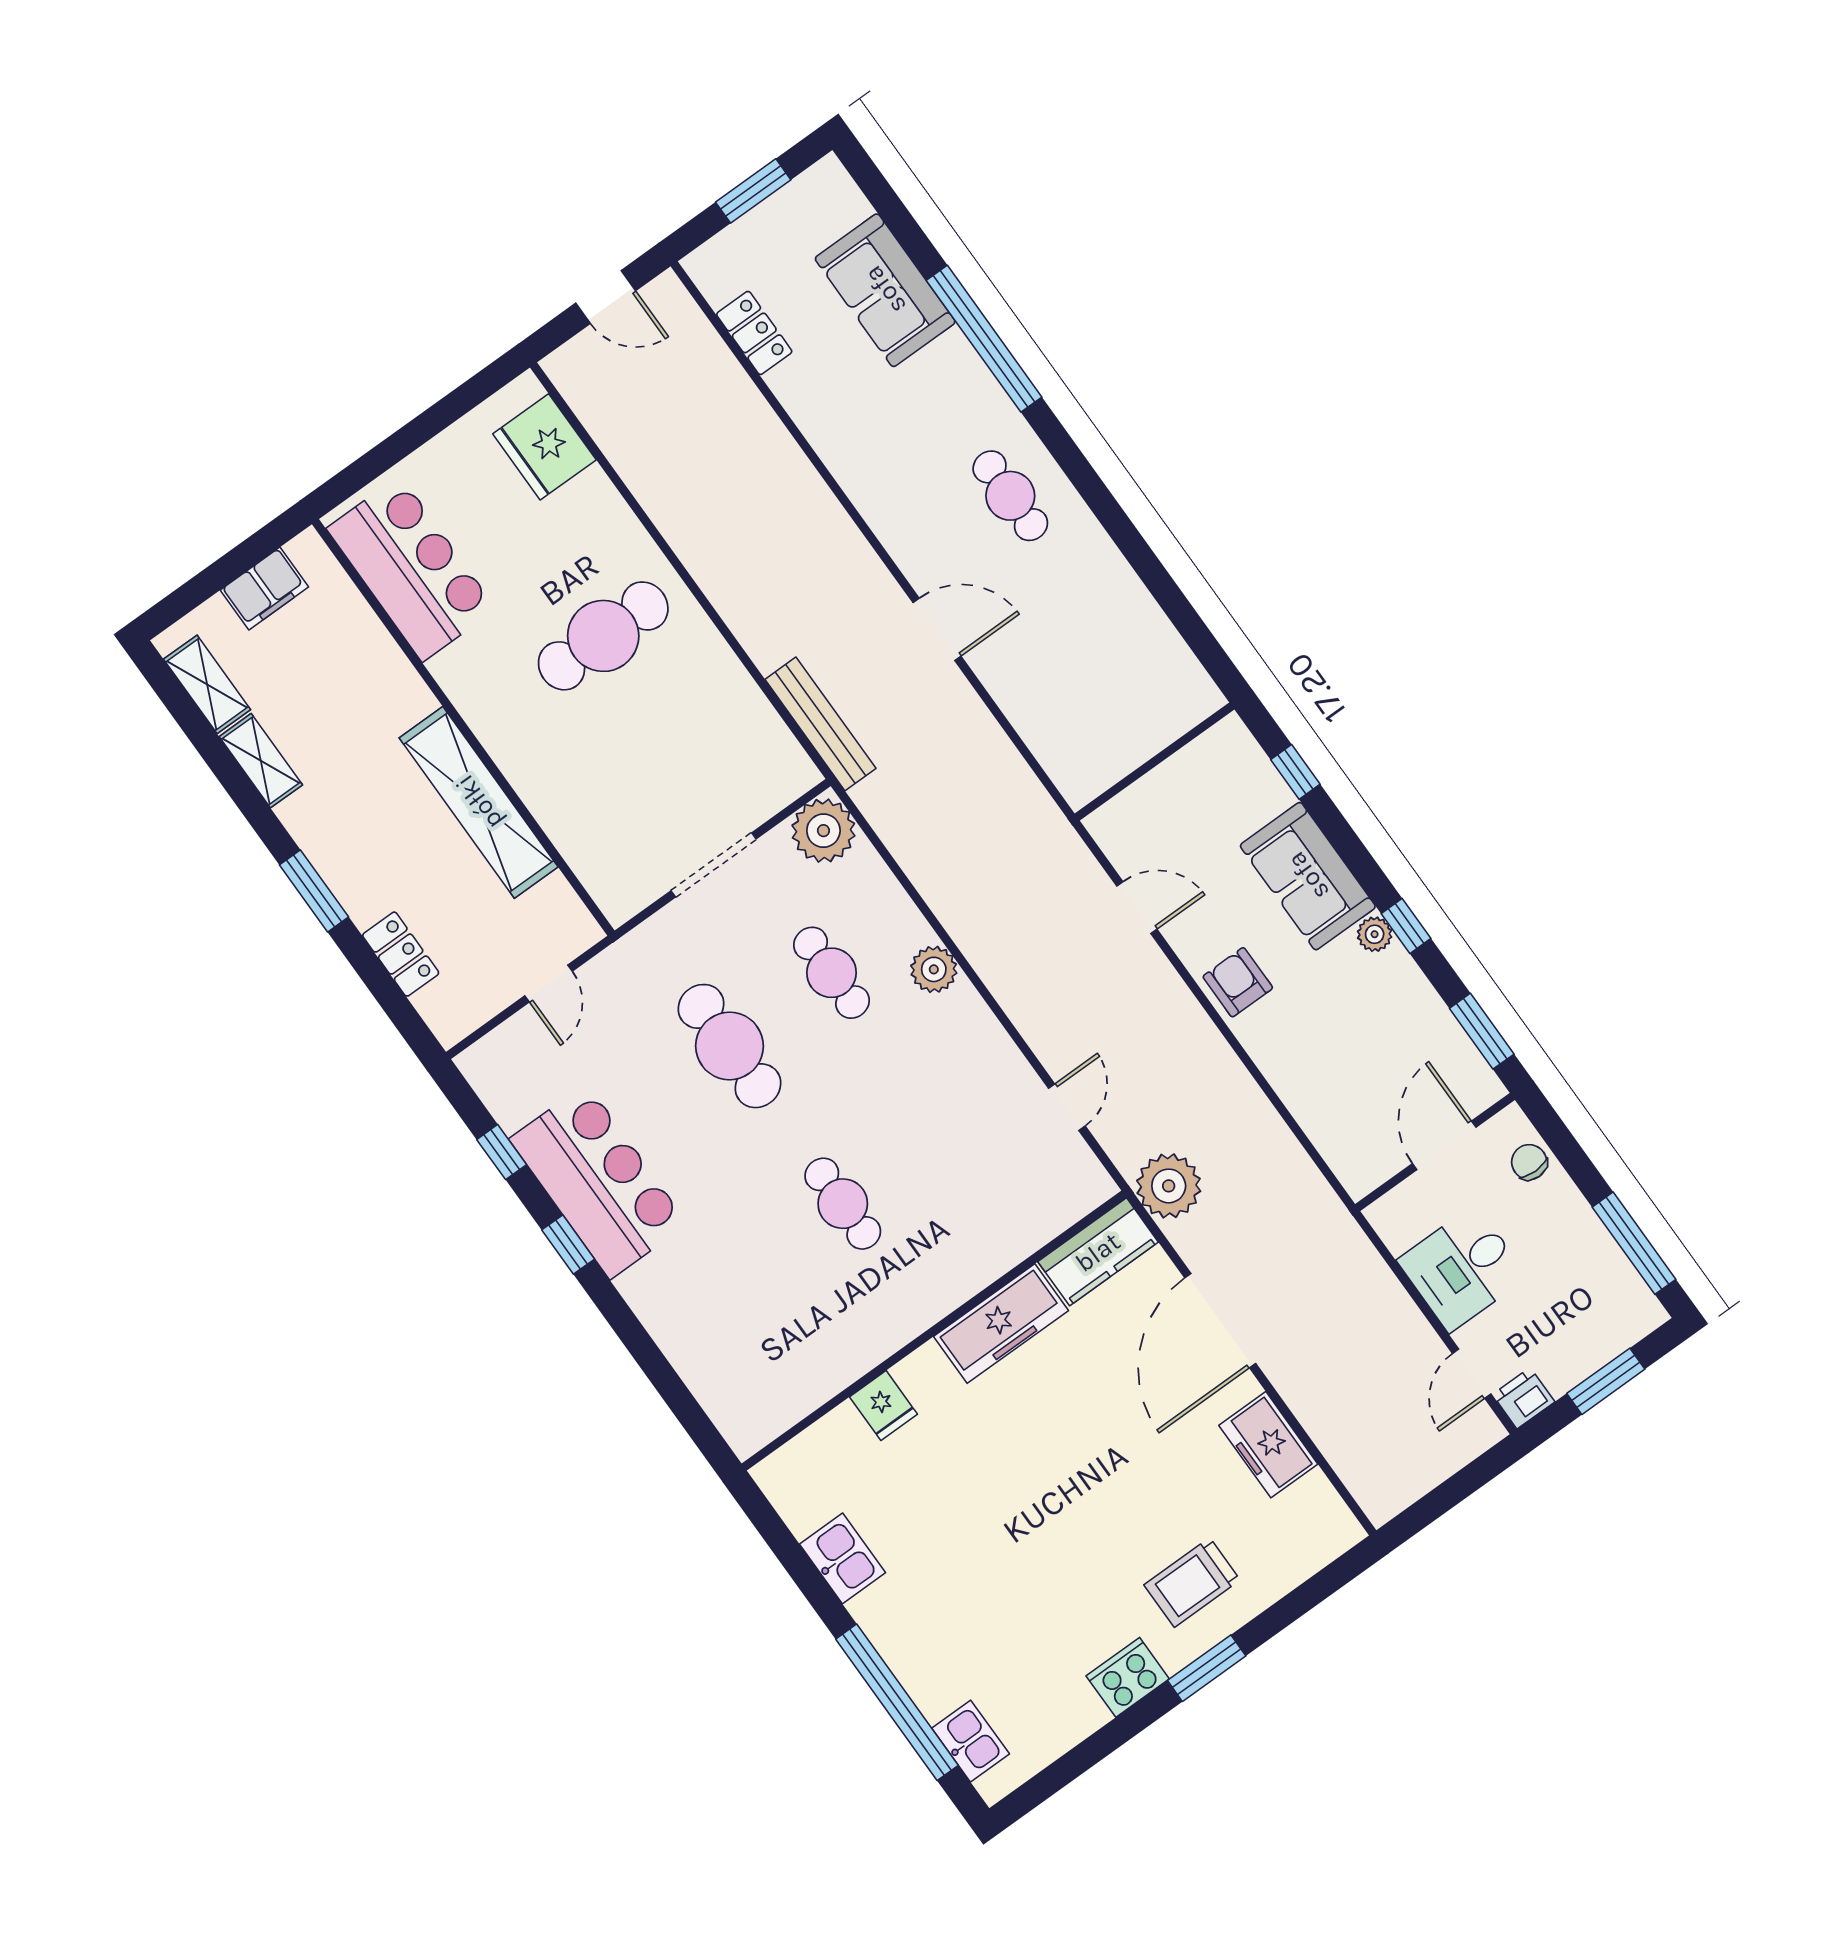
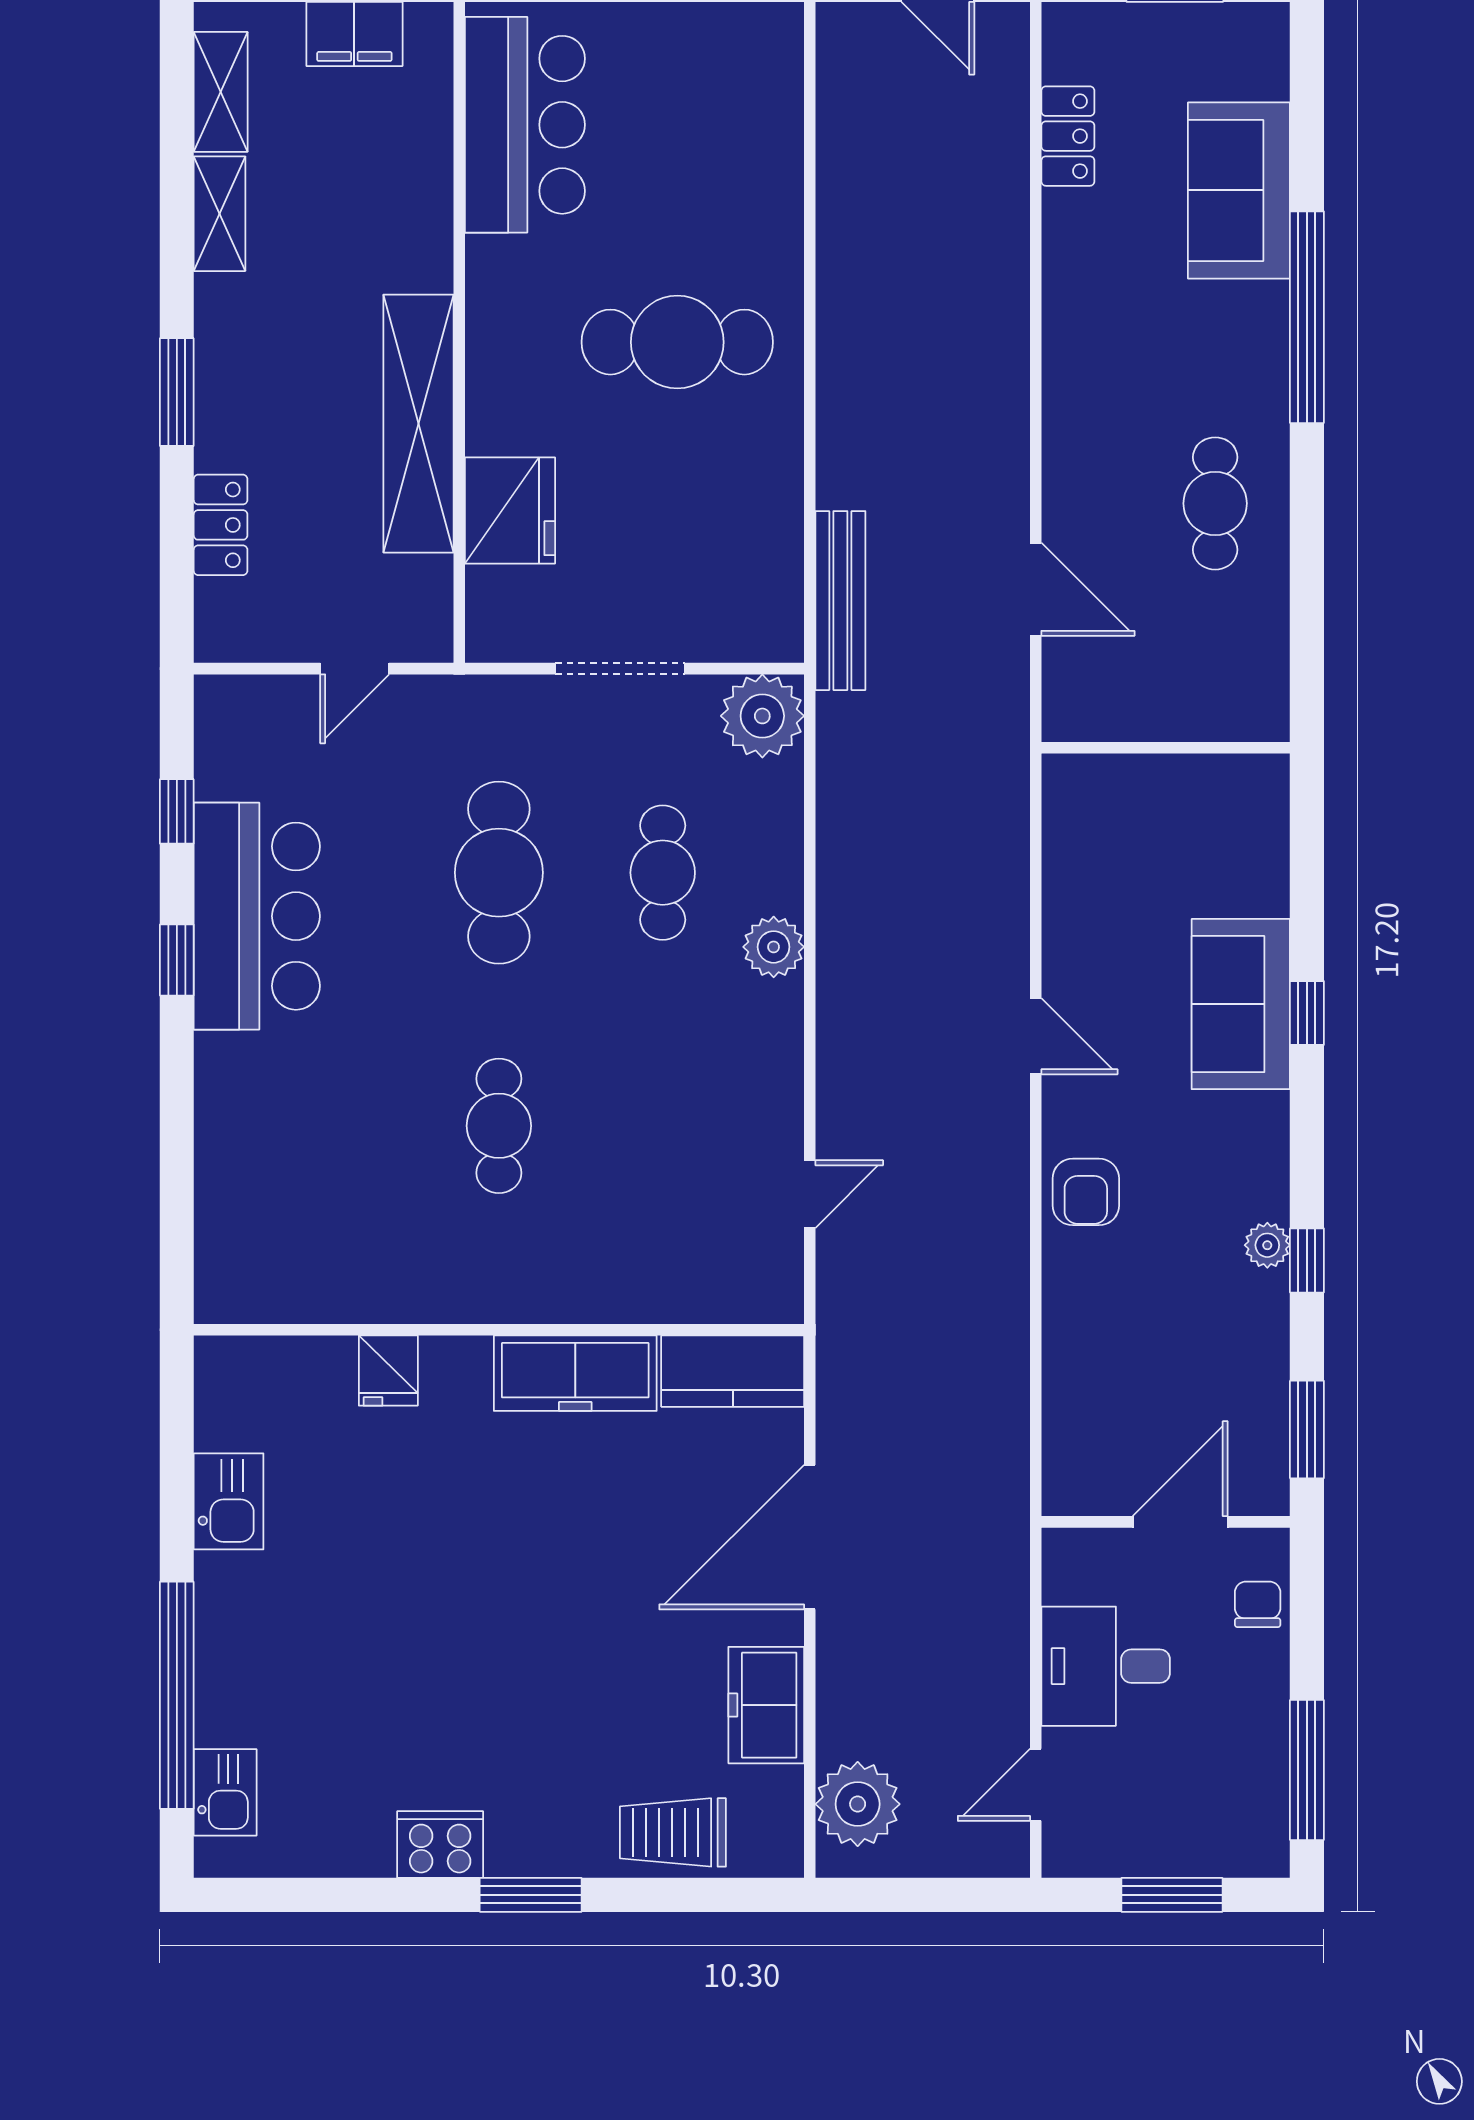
fridge: (544, 447) -> (510, 511), moved, turned 180
wall: (1154, 761) -> (1166, 748), moved
sofa: (1308, 876) -> (1241, 1004), moved
armchair: (1238, 982) -> (1086, 1192), turned 180
plant: (1169, 1186) -> (858, 1804), moved
printer: (1524, 1398) -> (1072, 1850), removed
trolley: (1192, 1582) -> (673, 1832), moved

